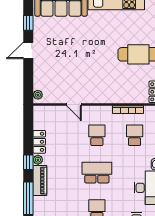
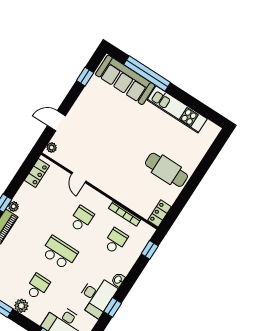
door: (28, 50) -> (56, 121), moved
locker: (39, 142) -> (37, 173), moved

